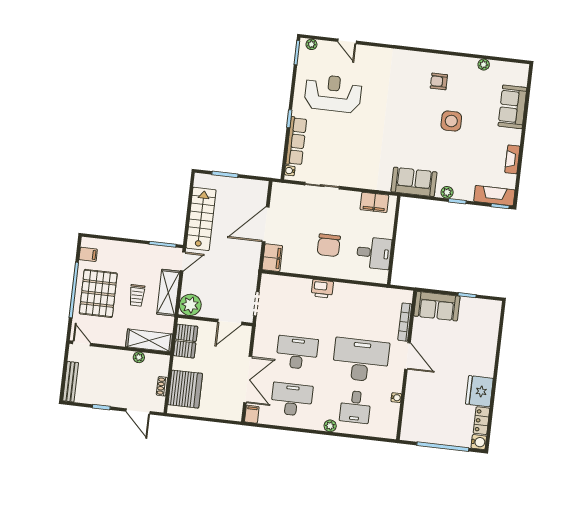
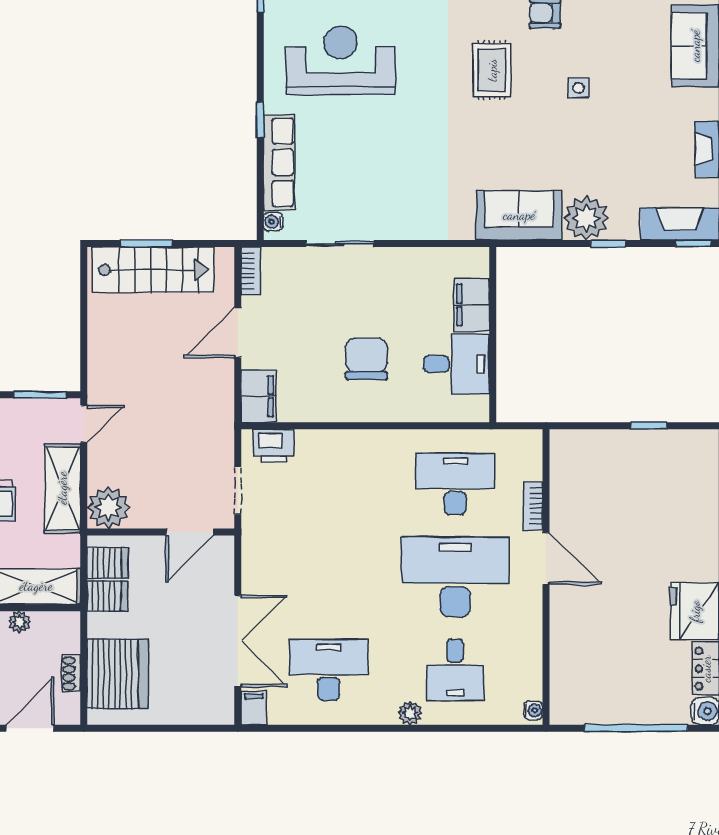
rug: (409, 107) -> (492, 70), added
side table: (451, 121) -> (579, 88), width x0.54, depth x0.54
plant: (447, 192) -> (586, 218), width x1.87, depth x1.87
bookcase: (276, 194) -> (251, 271), added
filing cabinet: (374, 202) -> (472, 305), moved, turned 90
stairs: (201, 219) -> (153, 270), moved, turned 90
door: (266, 224) -> (238, 333), width x0.73
chair: (329, 245) -> (366, 359), turned 180
printer: (322, 289) -> (274, 446), moved
sofa: (437, 306) -> (592, 454), removed
bookcase: (405, 322) -> (533, 506), width x0.64
desk: (297, 353) -> (455, 484), moved
water cooler: (396, 398) -> (533, 710), moved
door: (138, 411) -> (30, 728), swing flipped

